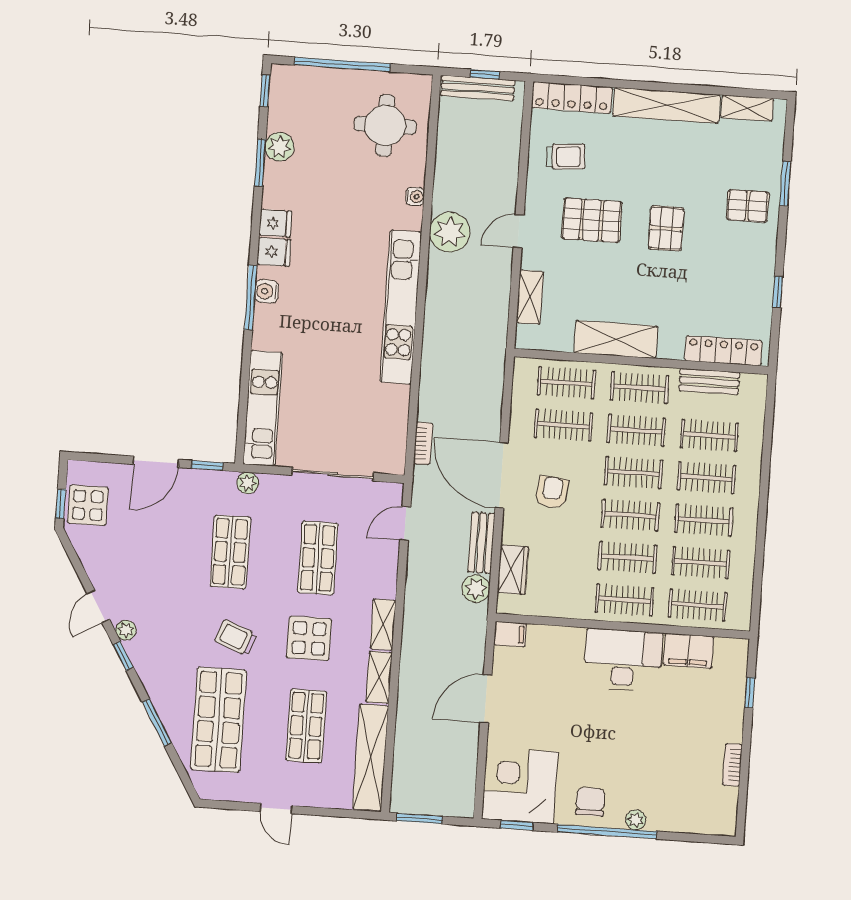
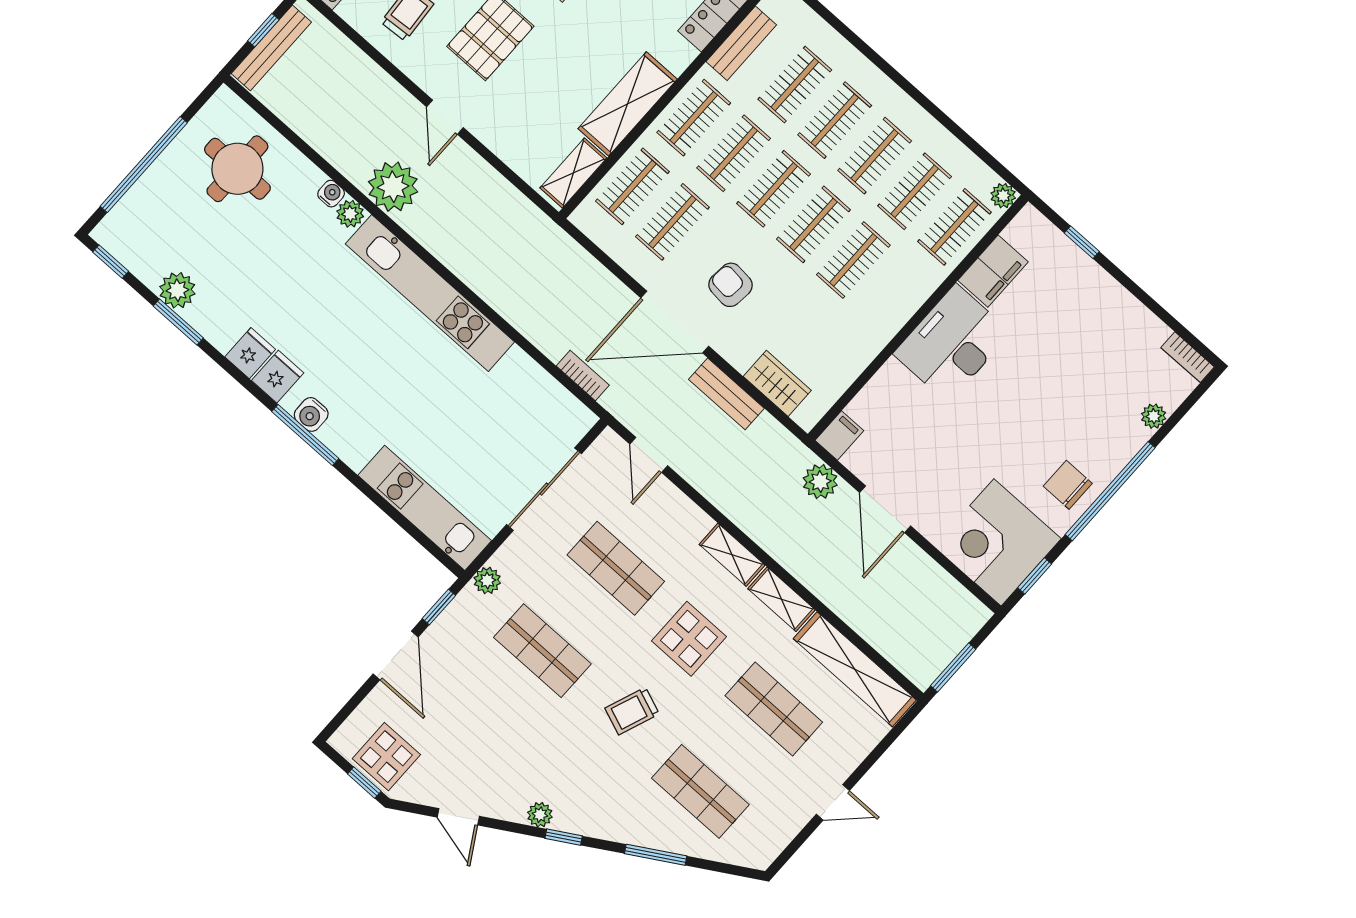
plant: (412, 218) -> (350, 214), added
shelving: (530, 297) -> (573, 173), moved, turned 90
plant: (476, 589) -> (820, 482), moved
clothes rail: (625, 600) -> (893, 296), removed
door: (98, 606) -> (458, 817), moved
plant: (741, 621) -> (1003, 196), added
shop shelf: (219, 720) -> (700, 791), width x0.70, depth x0.74
bookcase: (732, 765) -> (1188, 357), moved
plant: (636, 820) -> (1154, 416), moved

